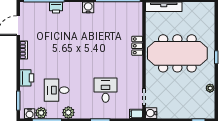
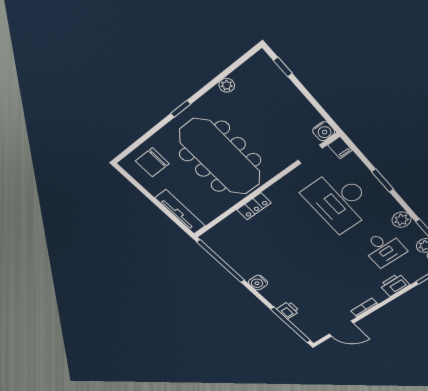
chair: (201, 19) -> (152, 162), added
desk: (106, 90) -> (339, 201), width x1.87, depth x1.30

